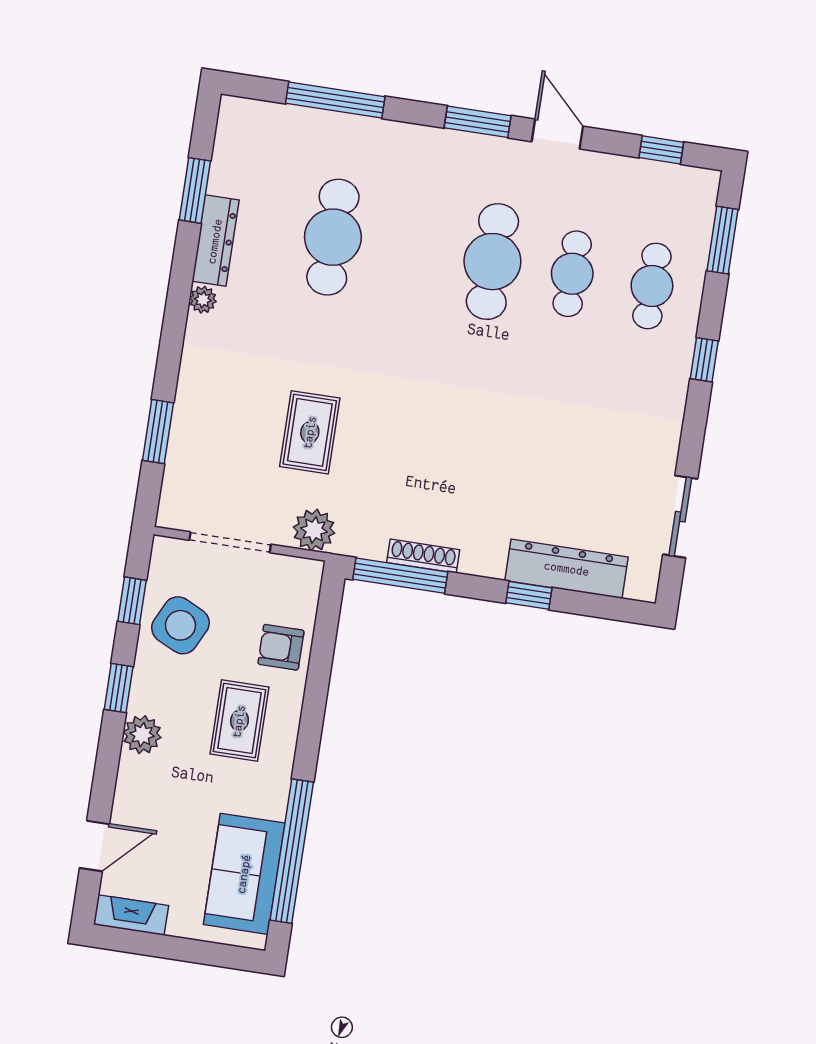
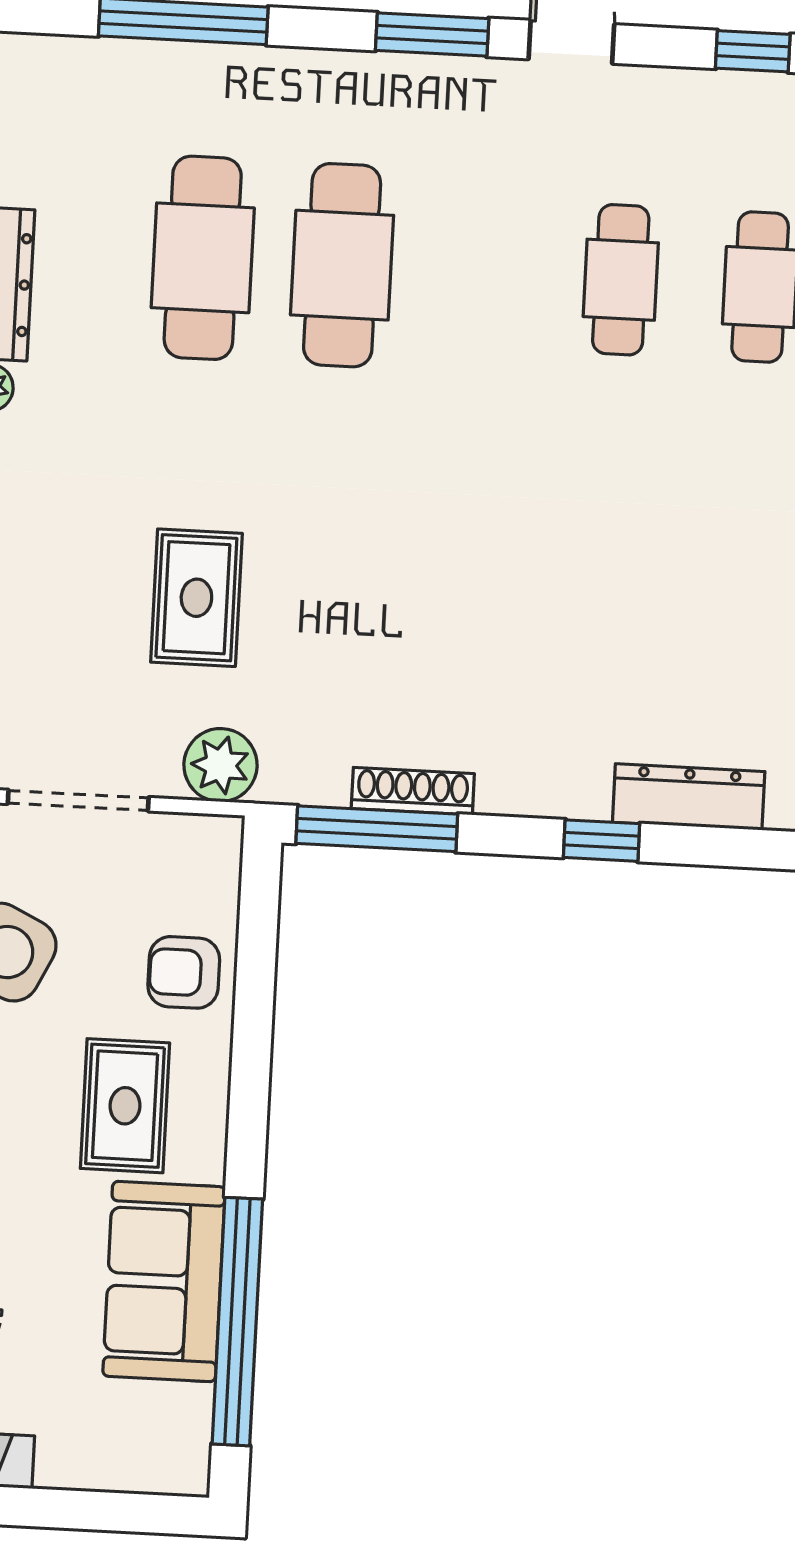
cafe table: (492, 262) -> (342, 265), moved
dresser: (567, 569) -> (689, 797), width x0.73, depth x0.80
sofa: (244, 874) -> (164, 1281), moved

